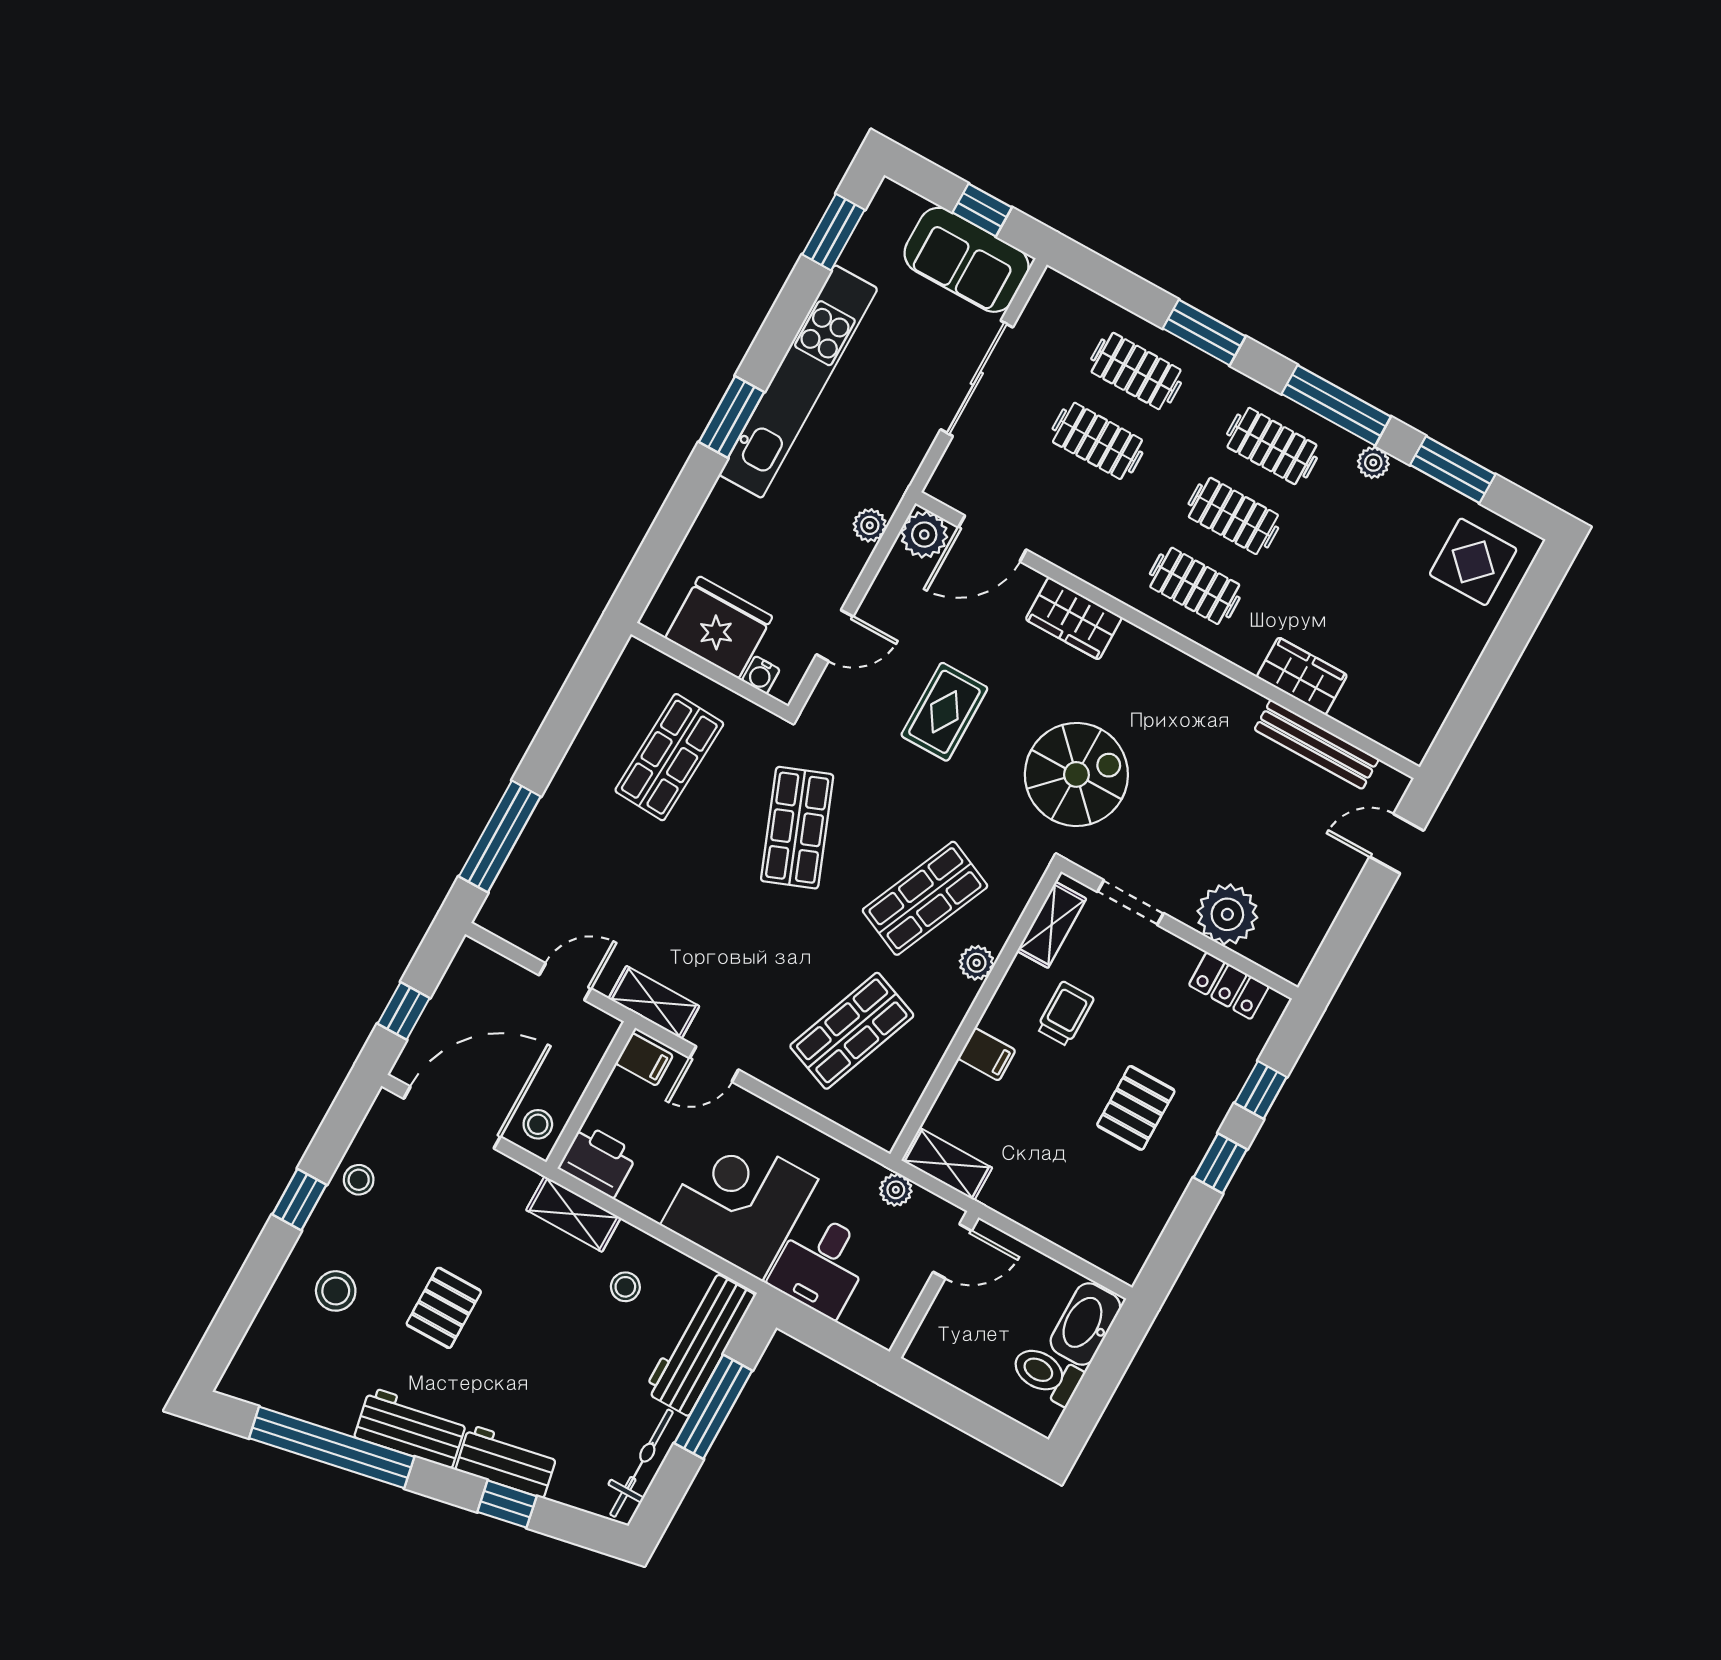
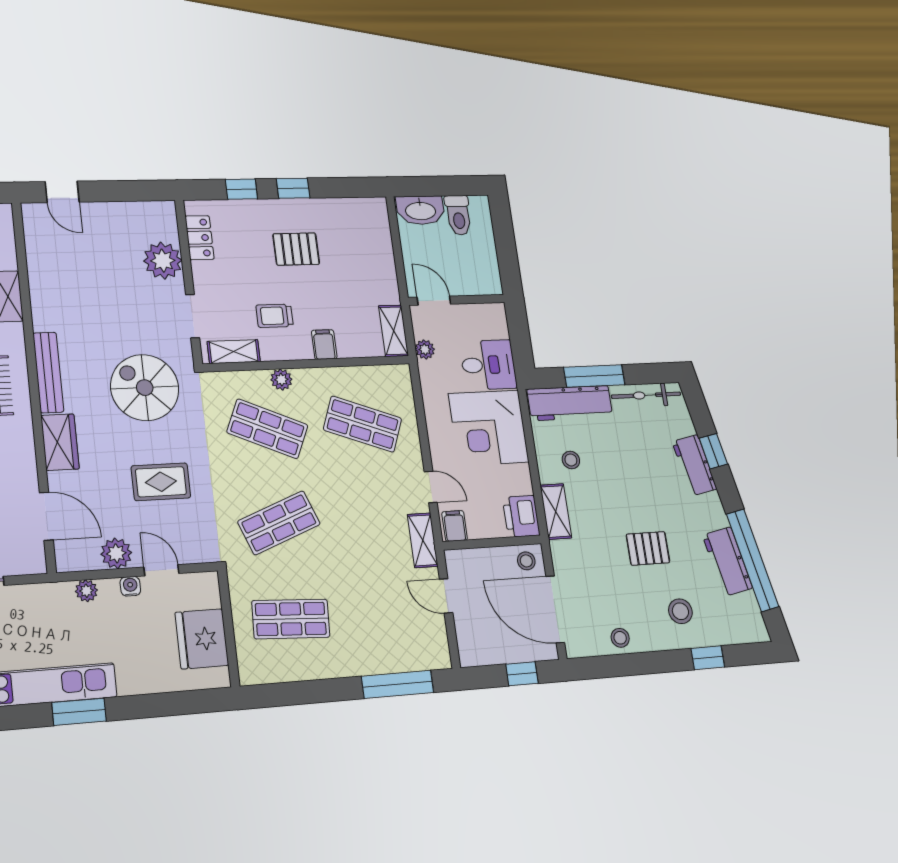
plant: (924, 535) -> (116, 553), moved
water cooler: (761, 675) -> (130, 586), moved, turned -90
bench: (1317, 744) -> (48, 372), moved
window: (299, 1200) -> (708, 658), moved
workbench: (411, 1428) -> (727, 562), moved

